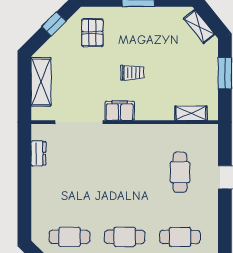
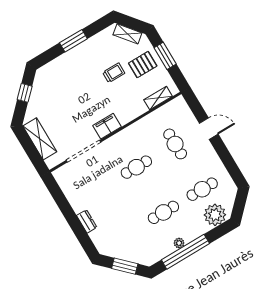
pallet: (92, 33) -> (143, 65), moved, turned 90
trolley: (132, 73) -> (114, 73), moved
dresser: (38, 153) -> (87, 221), moved
cafe table: (69, 237) -> (136, 167), moved

